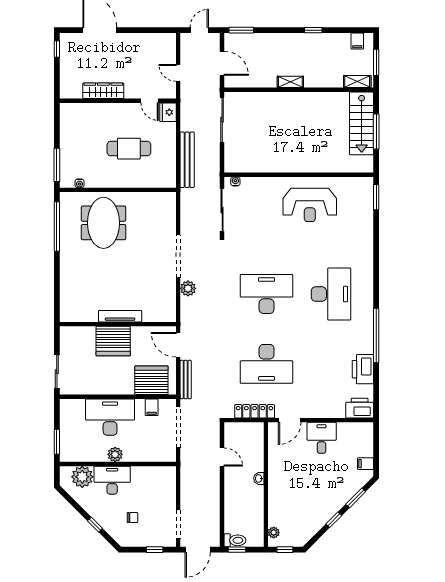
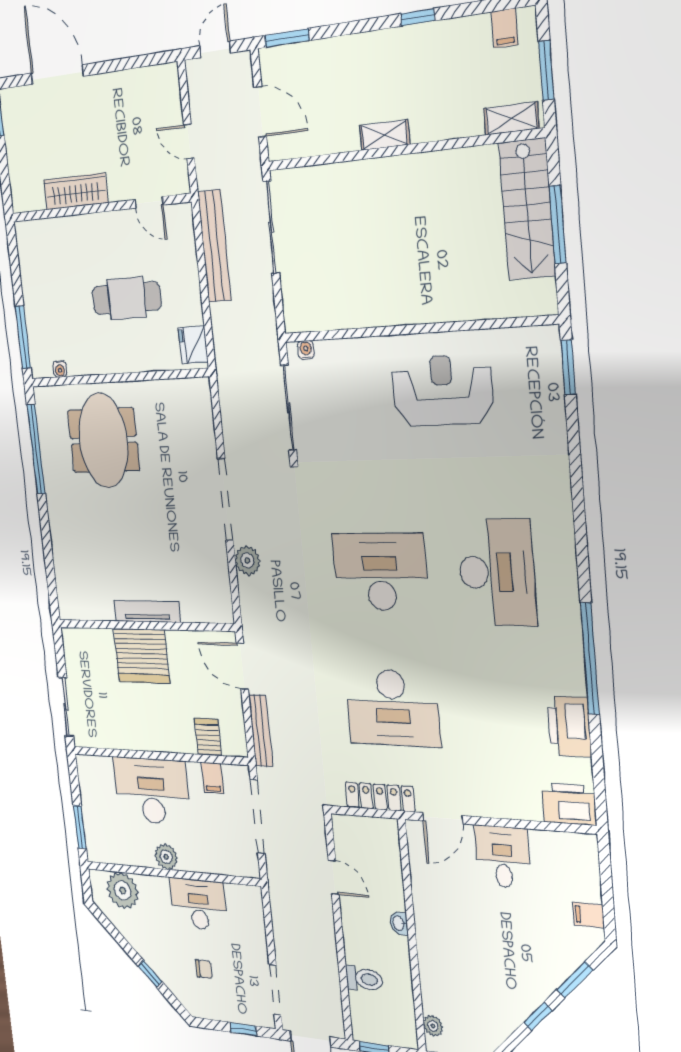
fridge: (168, 112) -> (193, 345), moved
bench: (187, 160) -> (214, 246), moved
reception desk: (310, 205) -> (442, 390), turned 180
server rack: (151, 380) -> (208, 737), width x0.46, depth x0.70
desk: (112, 480) -> (198, 904), moved
toilet: (235, 540) -> (364, 979), moved

